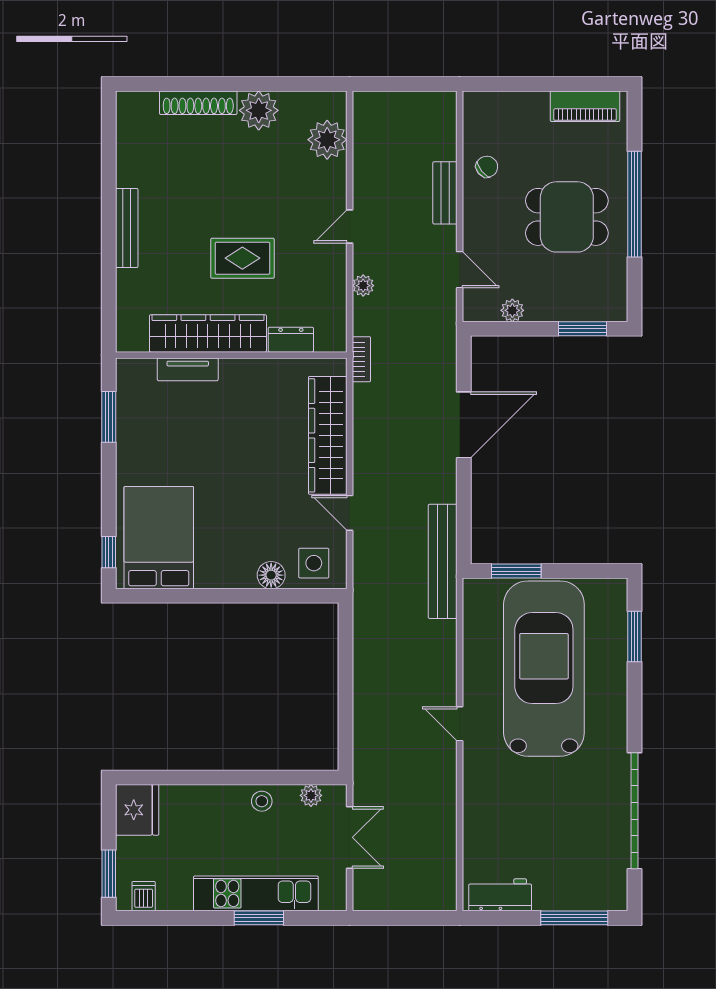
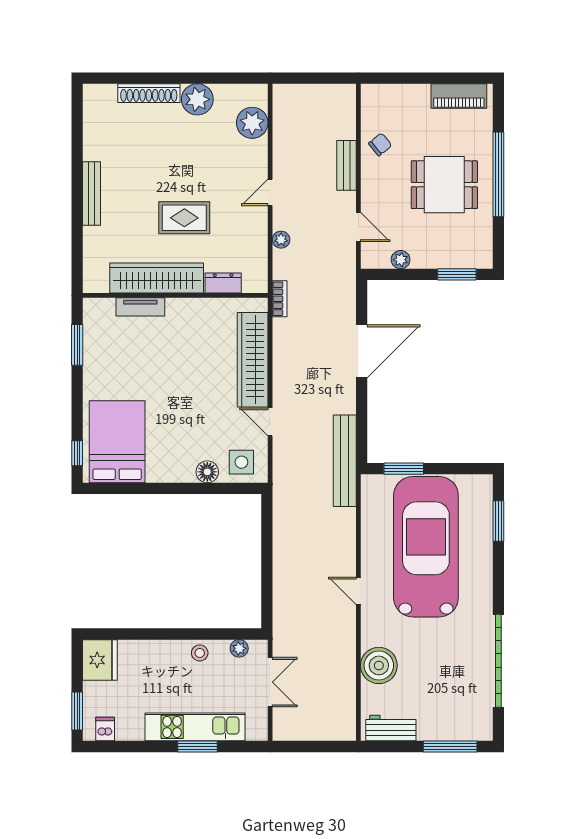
boiler: (485, 817) -> (379, 665), added

